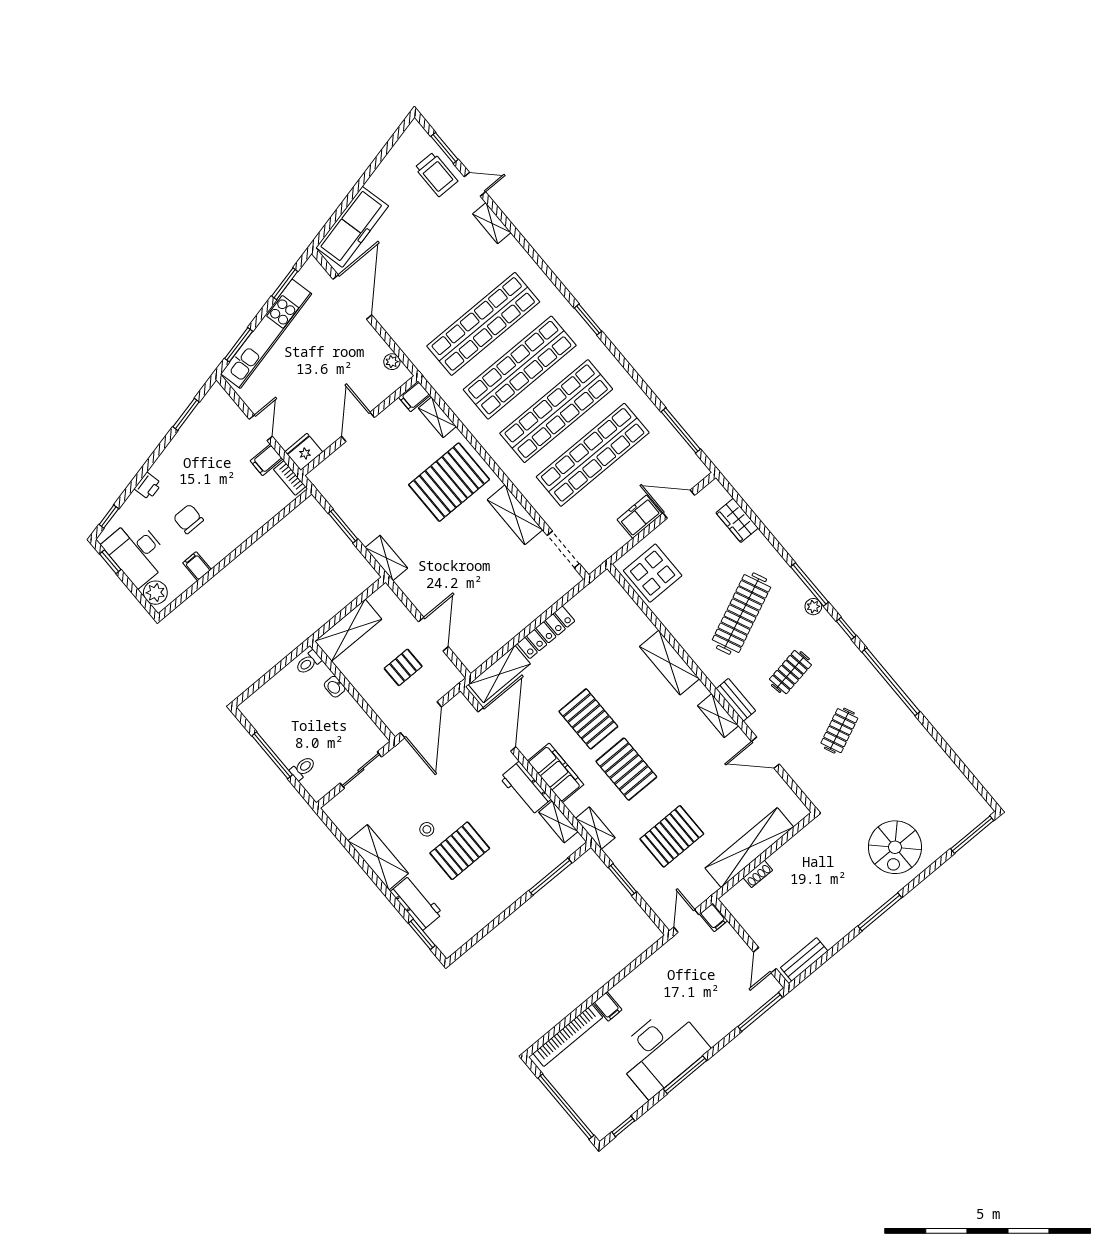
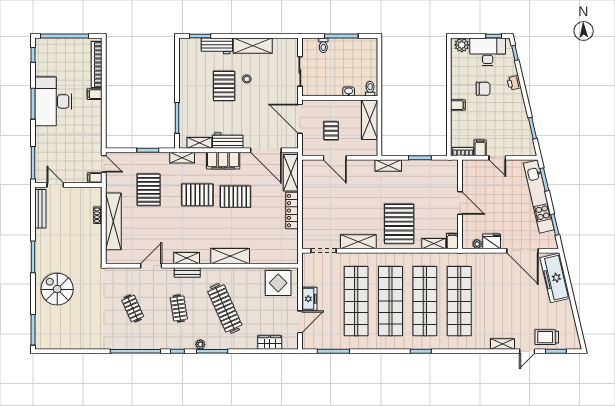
fridge: (304, 452) -> (492, 241), moved, turned -90
filing cabinet: (197, 566) -> (458, 105), moved
bench: (804, 959) -> (40, 209), width x1.36

